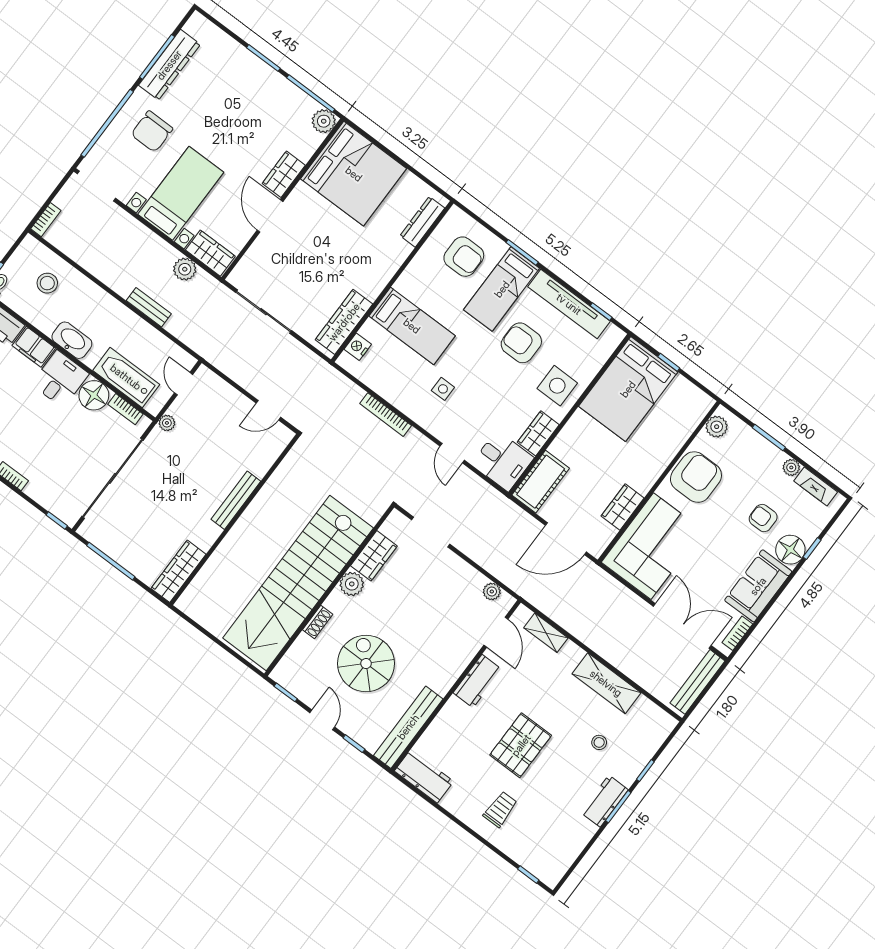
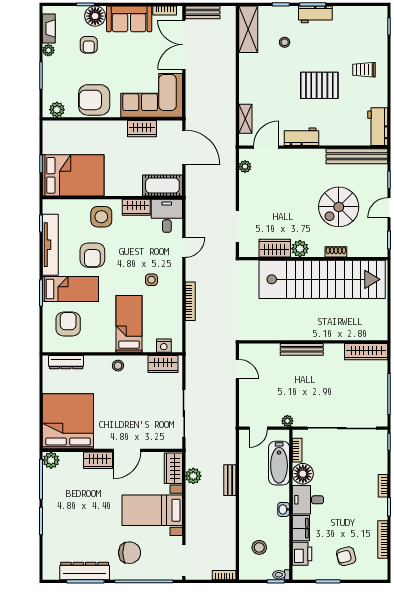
stool: (374, 278) -> (118, 366), added
wardrobe: (344, 322) -> (163, 364), width x0.67
washbasin: (72, 340) -> (284, 509), width x0.52, depth x0.69
bench: (698, 682) -> (203, 12), width x0.73
shelving: (606, 683) -> (248, 29), moved

